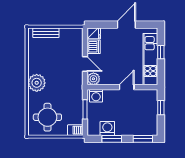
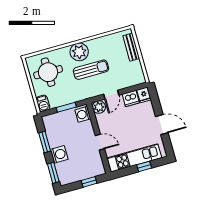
sun lounger: (56, 76) -> (91, 70), added
washing machine: (107, 128) -> (59, 154), moved

